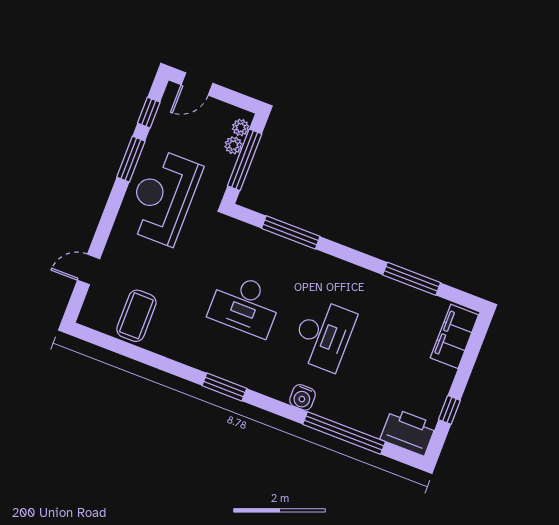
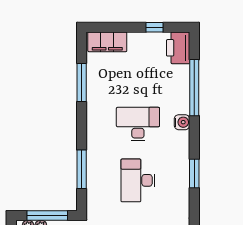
desk: (245, 305) -> (138, 180), turned 180

